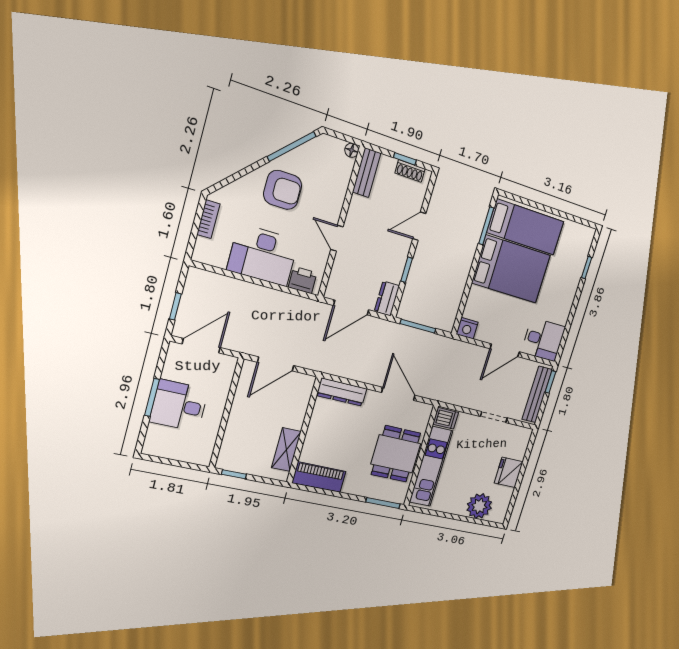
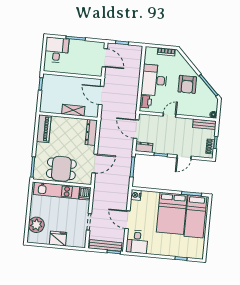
door: (419, 226) -> (184, 157), swing flipped
desk: (179, 406) -> (57, 50), moved
shelving: (286, 450) -> (73, 110), moved

